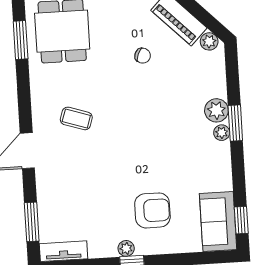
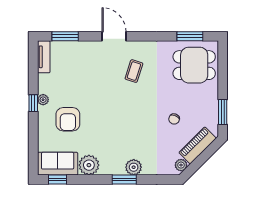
plant: (222, 133) -> (89, 165), moved, width x1.88, depth x1.88

